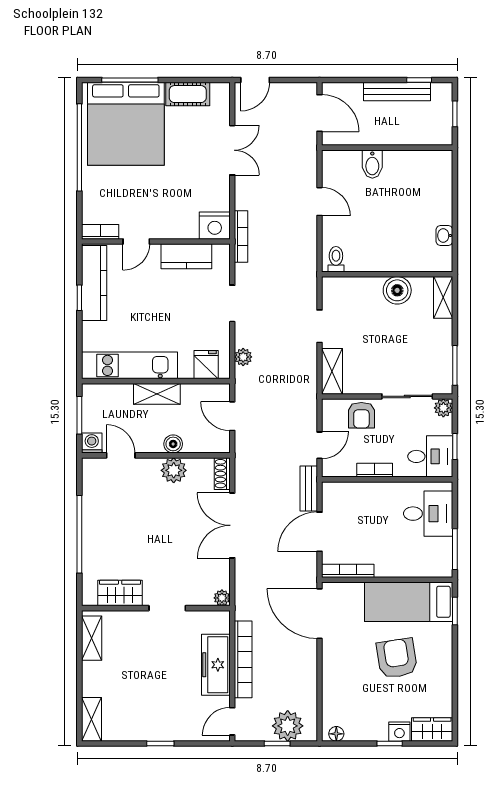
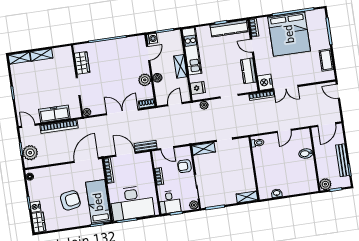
bed: (126, 124) -> (289, 34), moved, turned -90
plant: (441, 134) -> (325, 184), added
double door: (232, 150) -> (286, 88), moved
boiler: (397, 290) -> (247, 174), removed
desk: (428, 514) -> (132, 203), width x1.87, depth x1.30
shelving: (92, 638) -> (41, 55), moved

